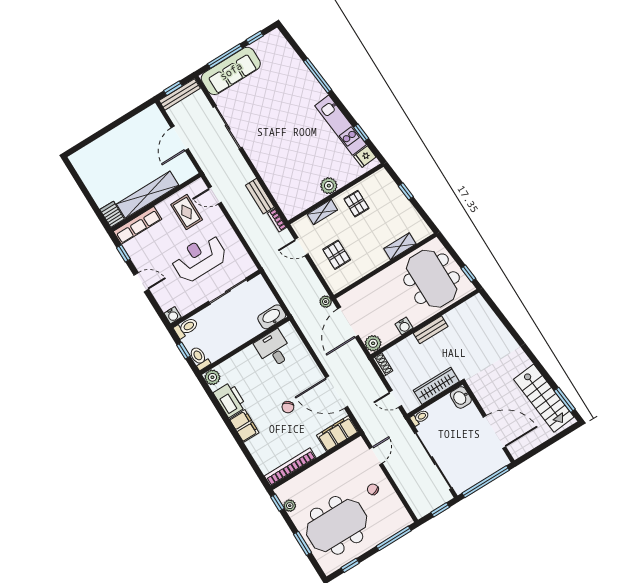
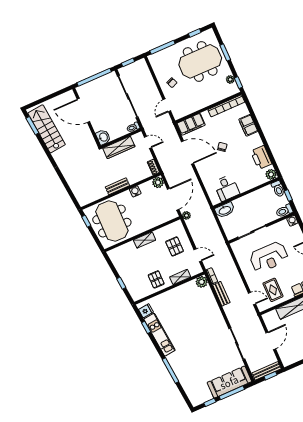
plant: (329, 186) -> (202, 282), moved
shelving: (400, 246) -> (145, 240), moved
filing cabinet: (244, 426) -> (248, 125), moved

